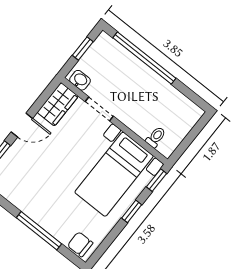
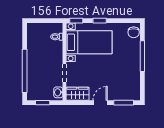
door: (22, 125) -> (100, 103), hinge flipped

